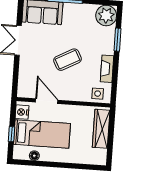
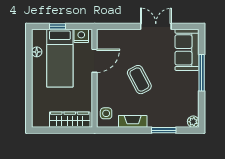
plant: (106, 15) -> (193, 122), width x0.53, depth x0.53

